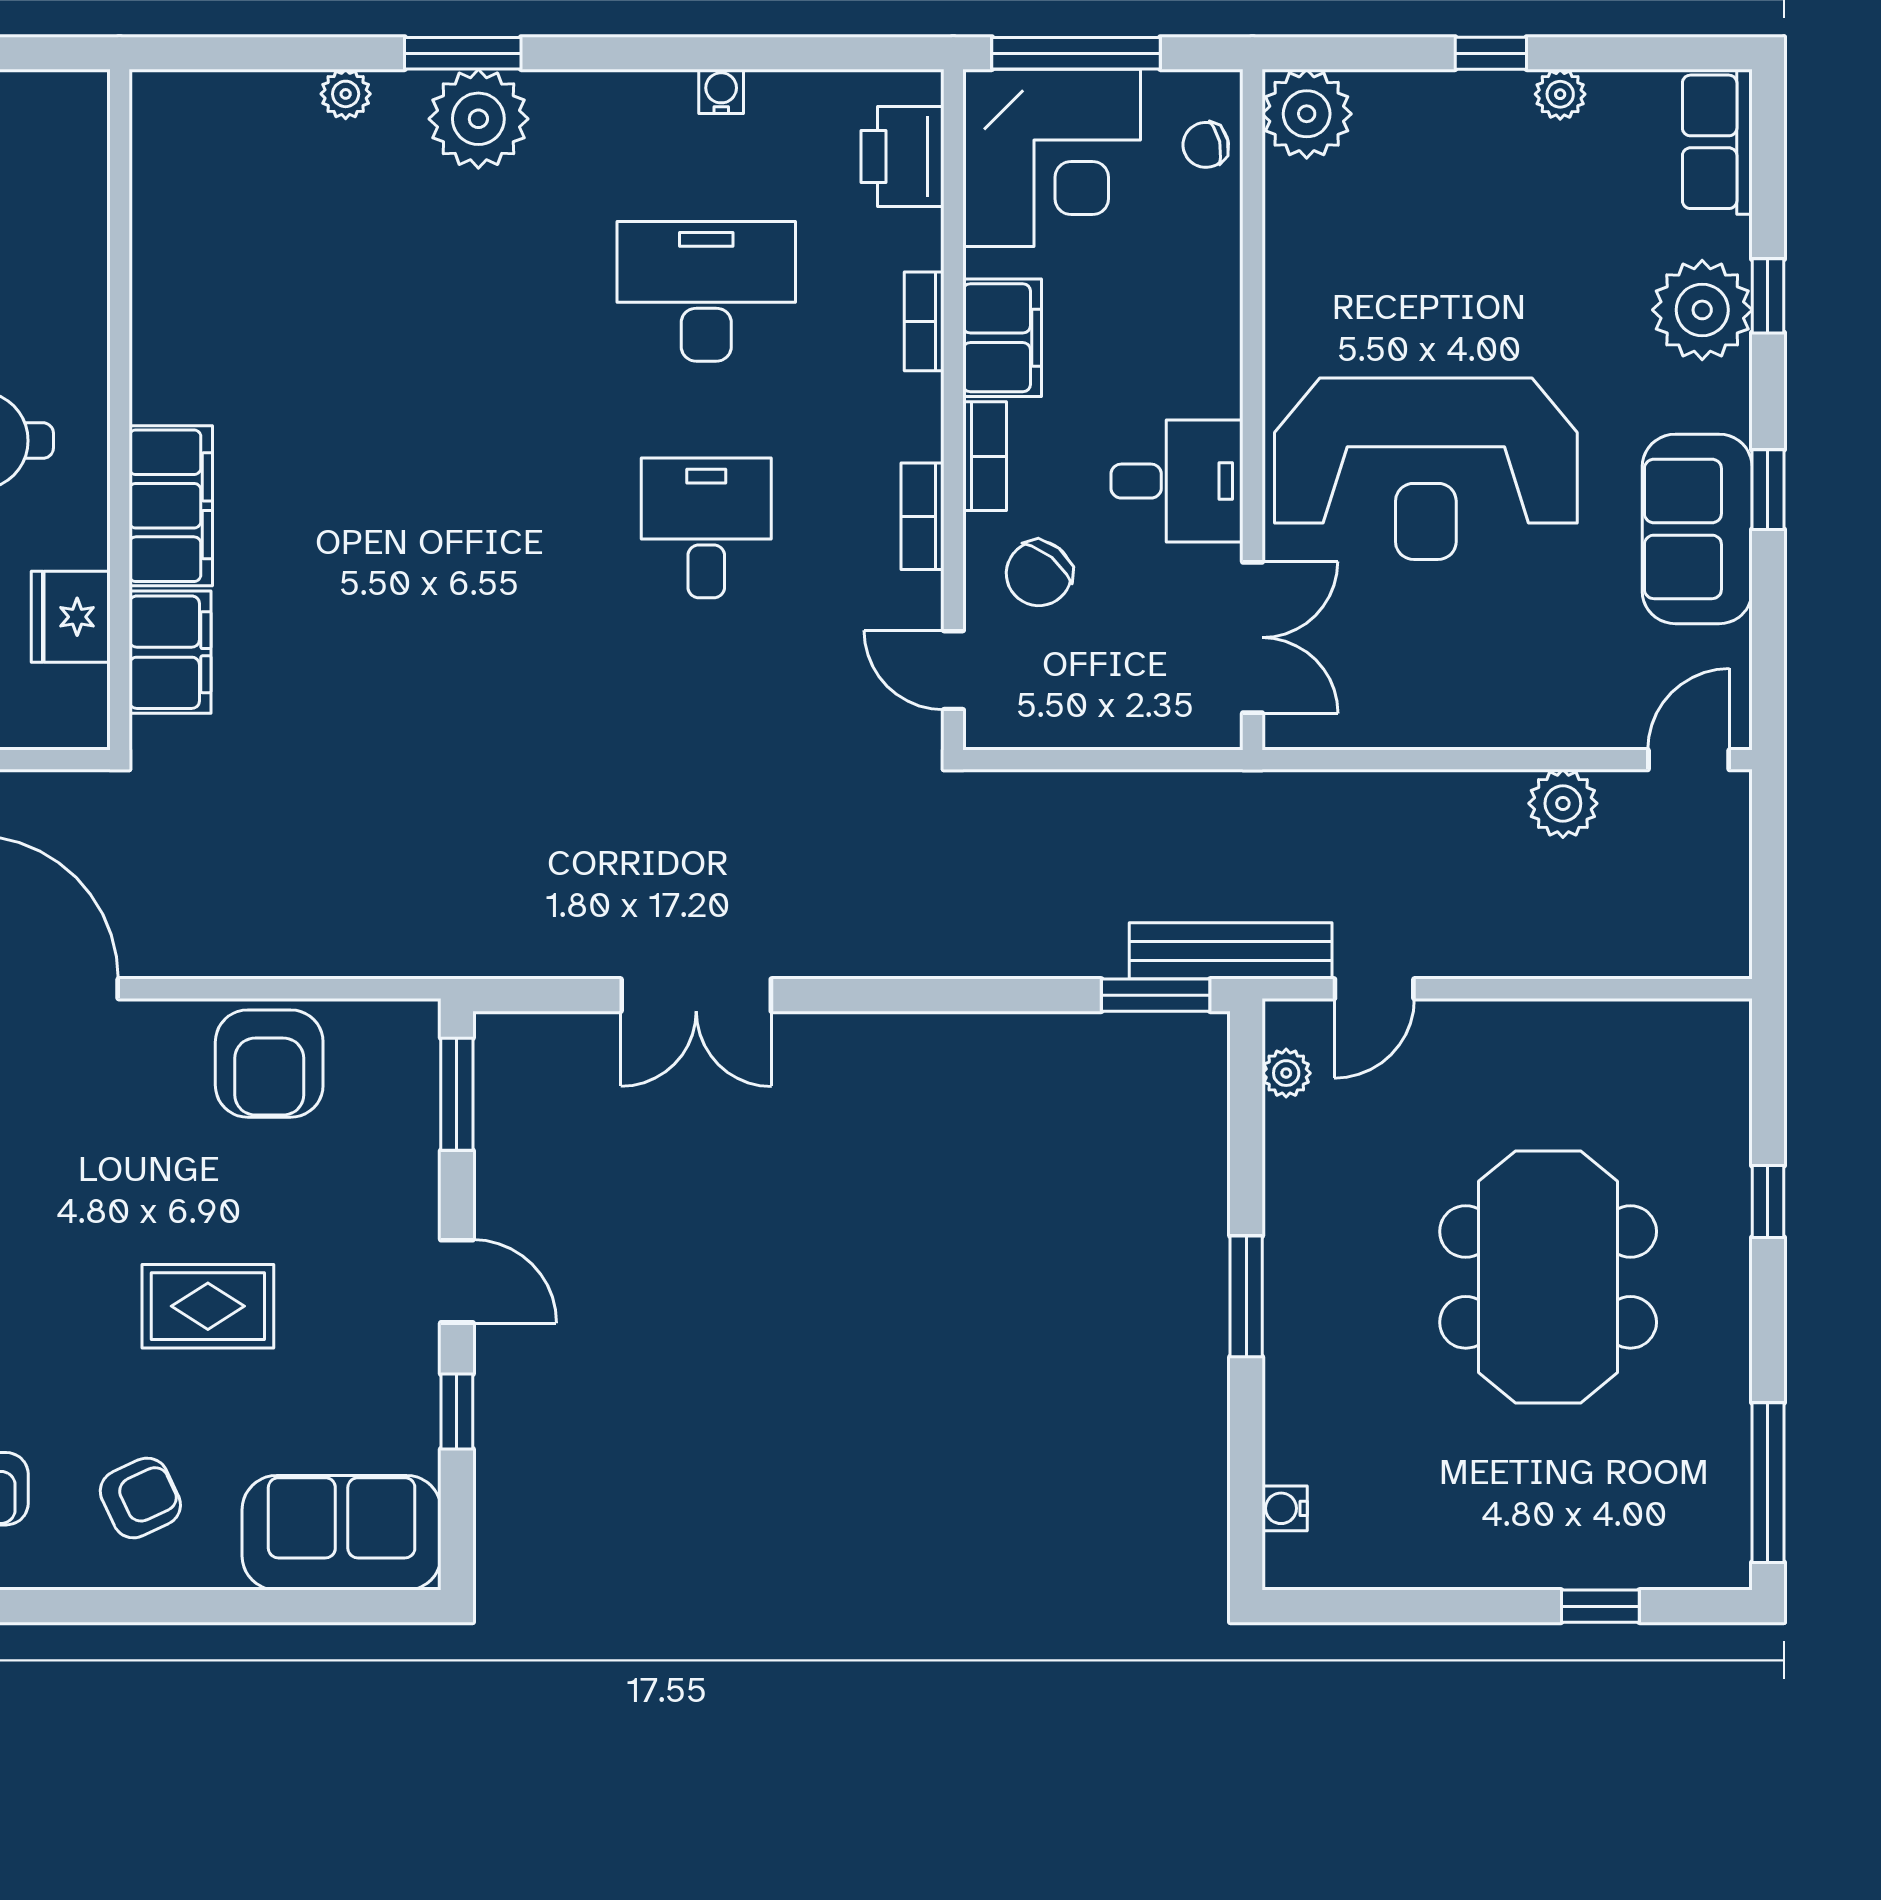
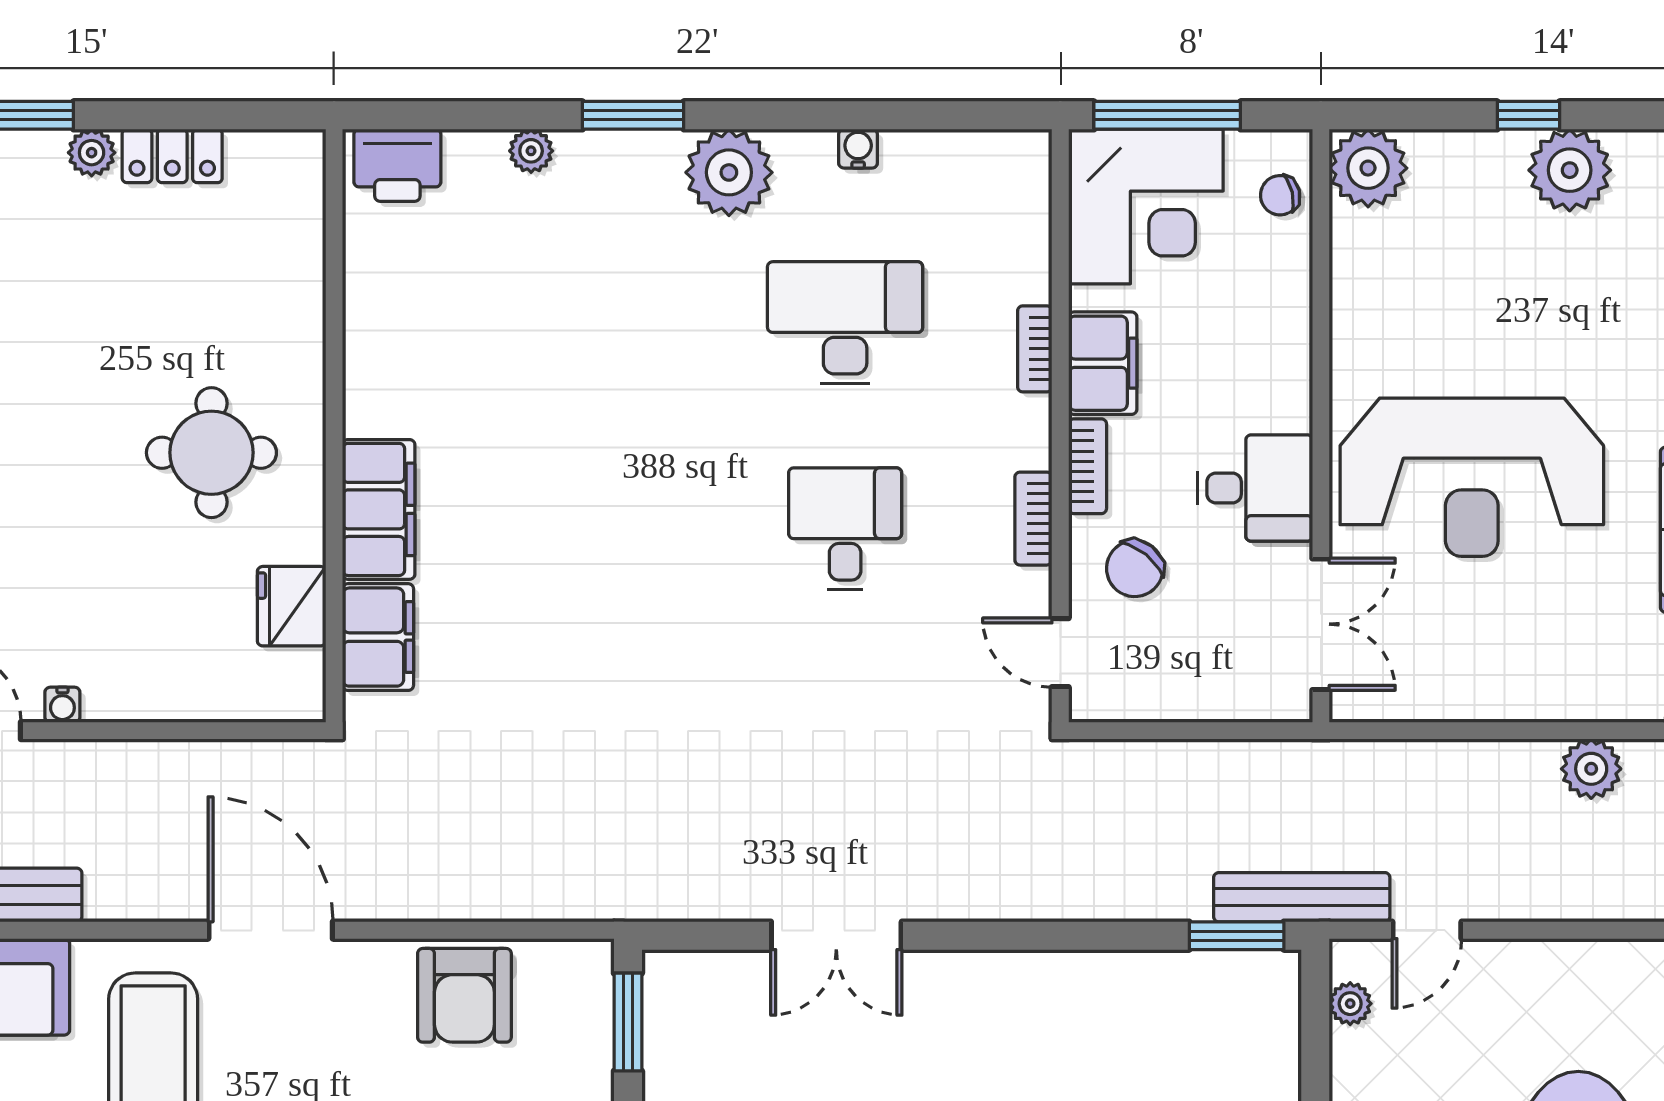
plant: (1560, 94) -> (1570, 170), width x1.87, depth x1.87
plant: (478, 119) -> (729, 172), moved
printer: (902, 157) -> (397, 165), moved, turned -90

